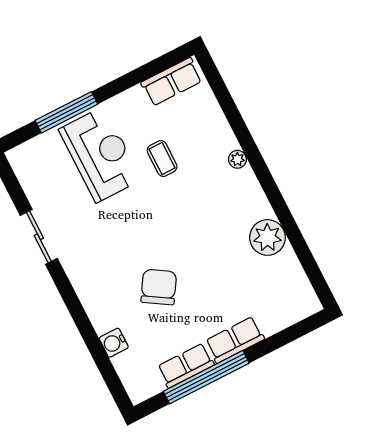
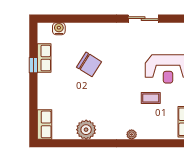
row of seats: (235, 340) -> (44, 124), moved
water cooler: (114, 343) -> (59, 29), moved
window: (206, 377) -> (33, 65), width x0.32

